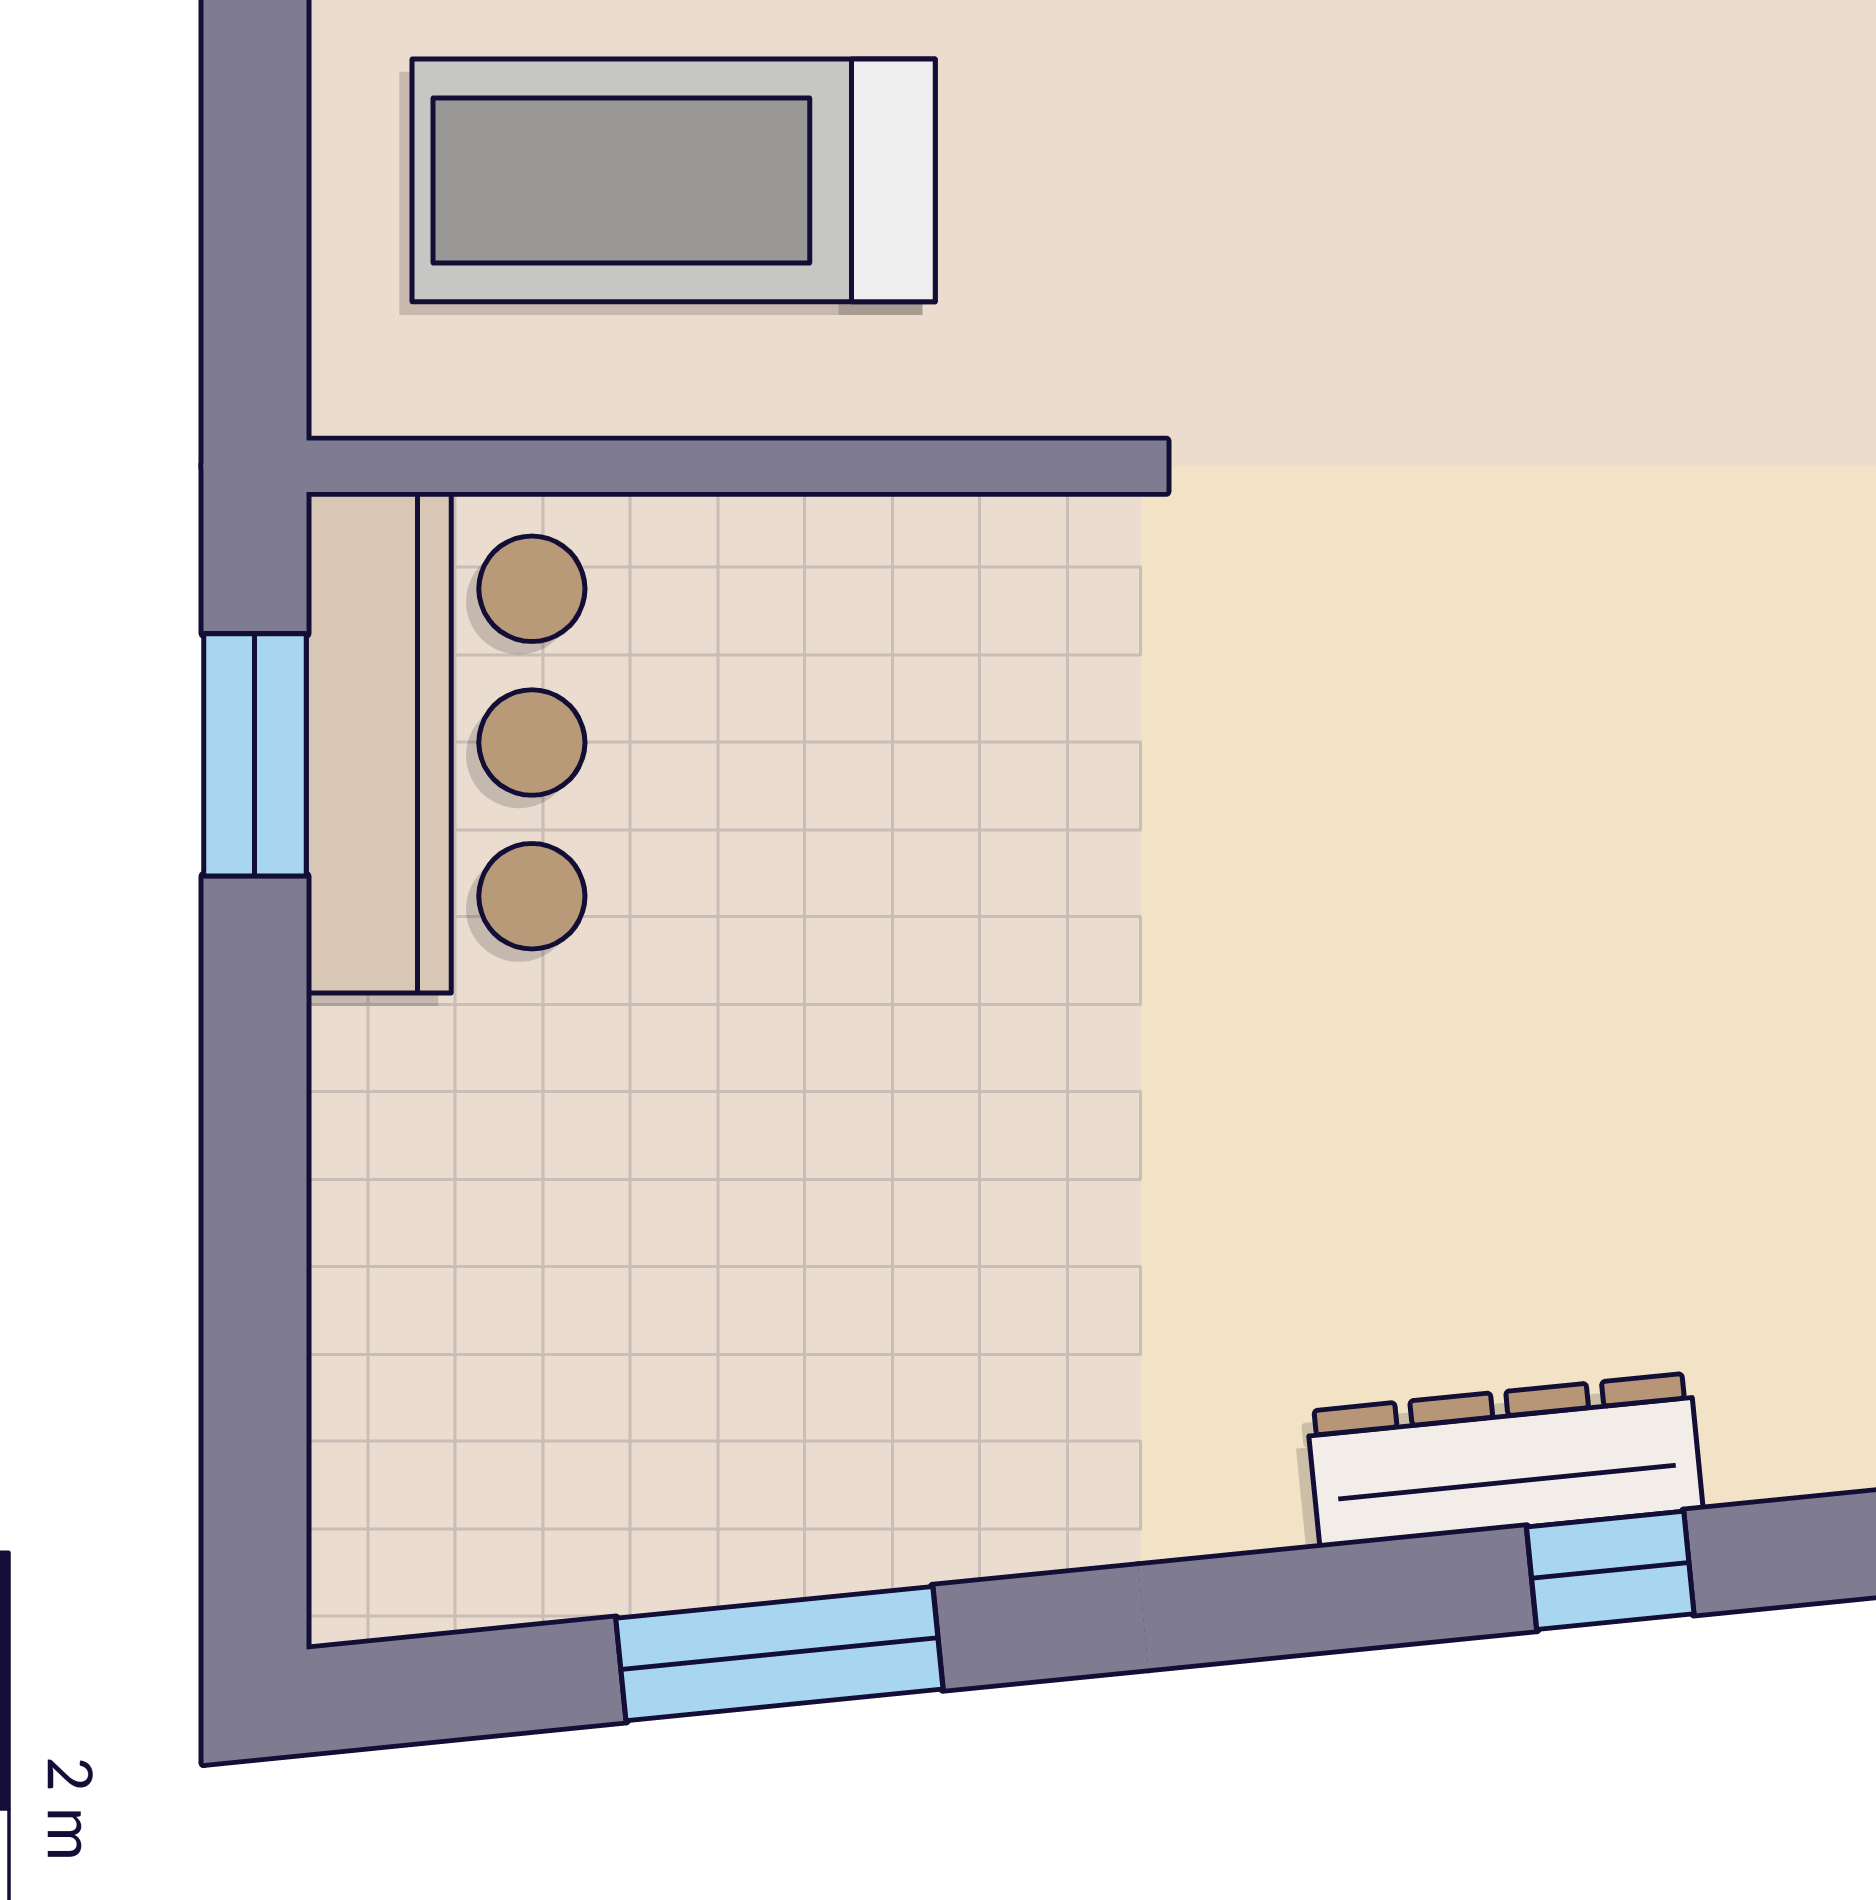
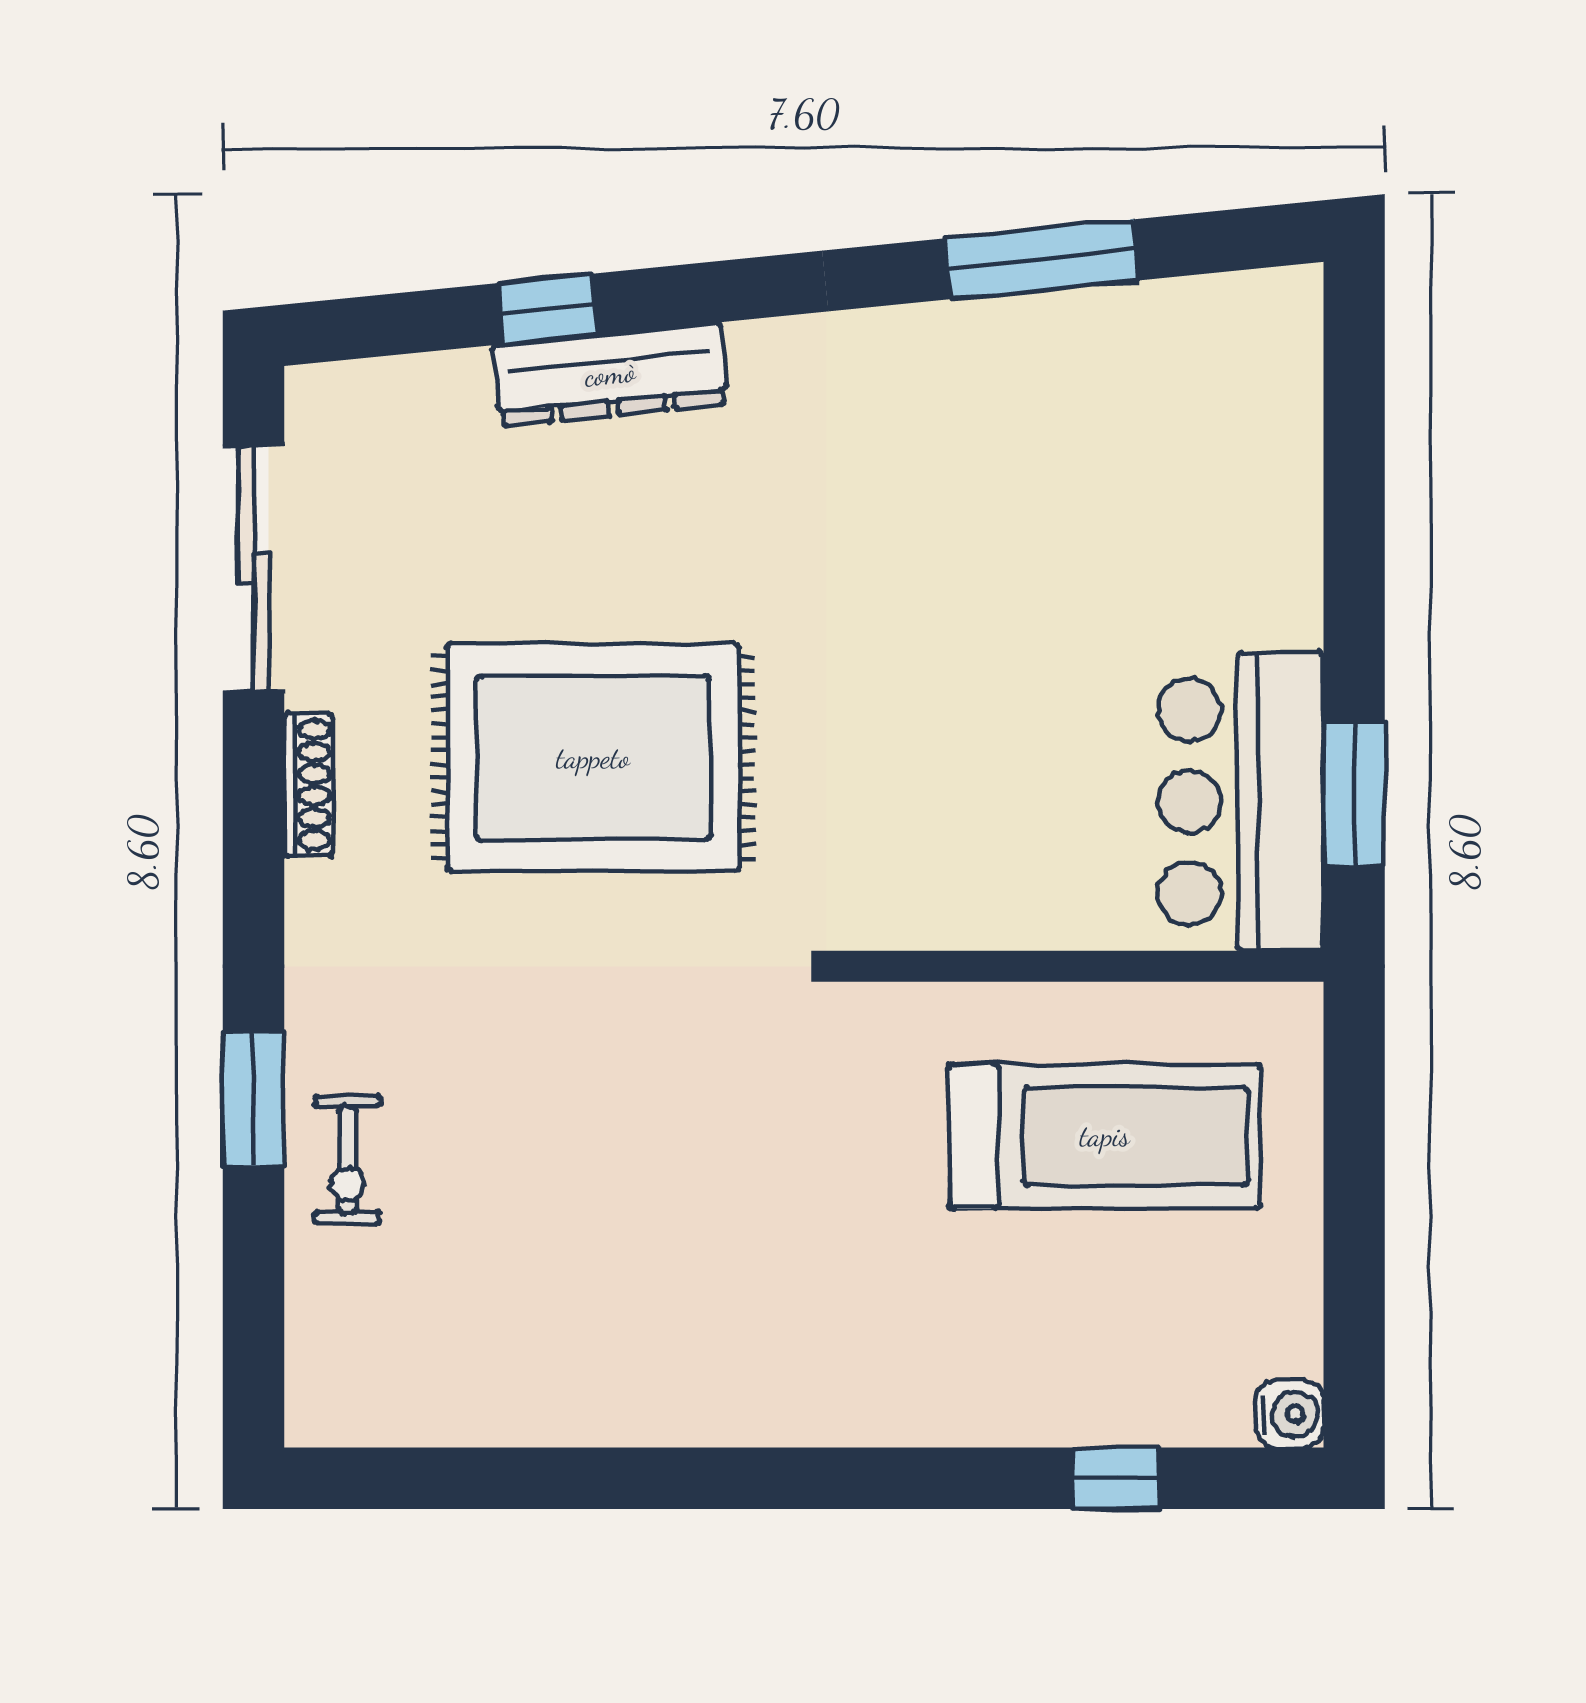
rug: (1533, 817) -> (593, 758), added

